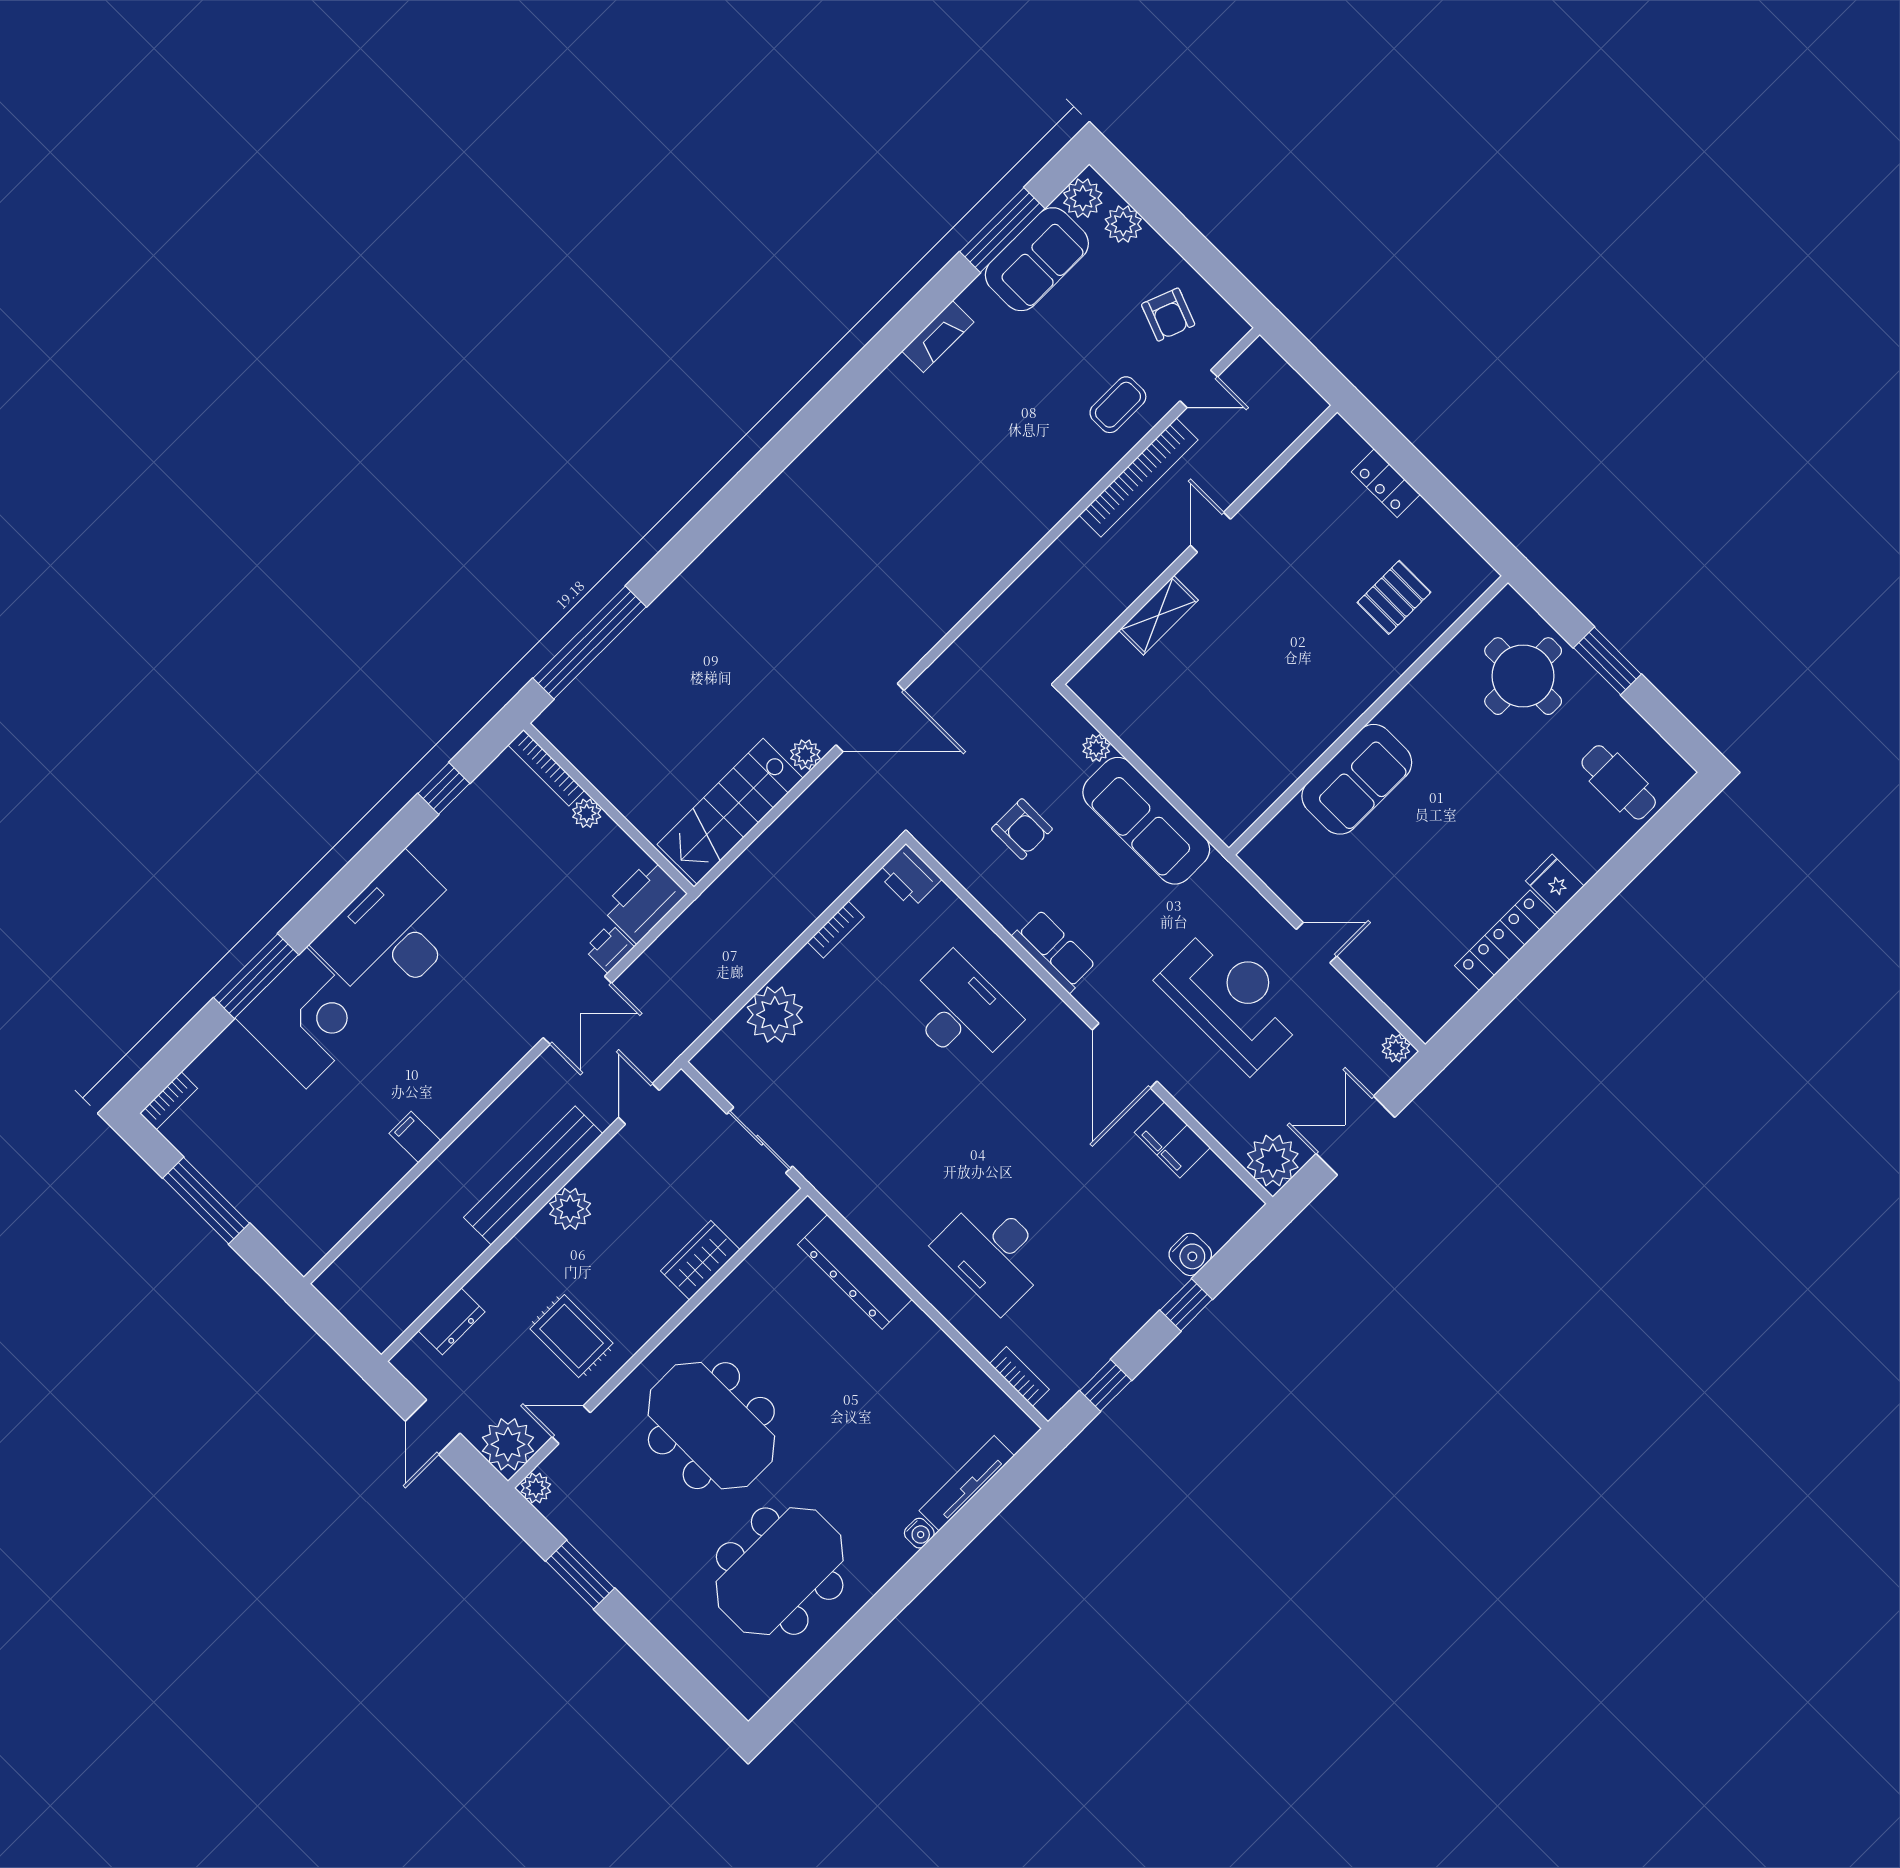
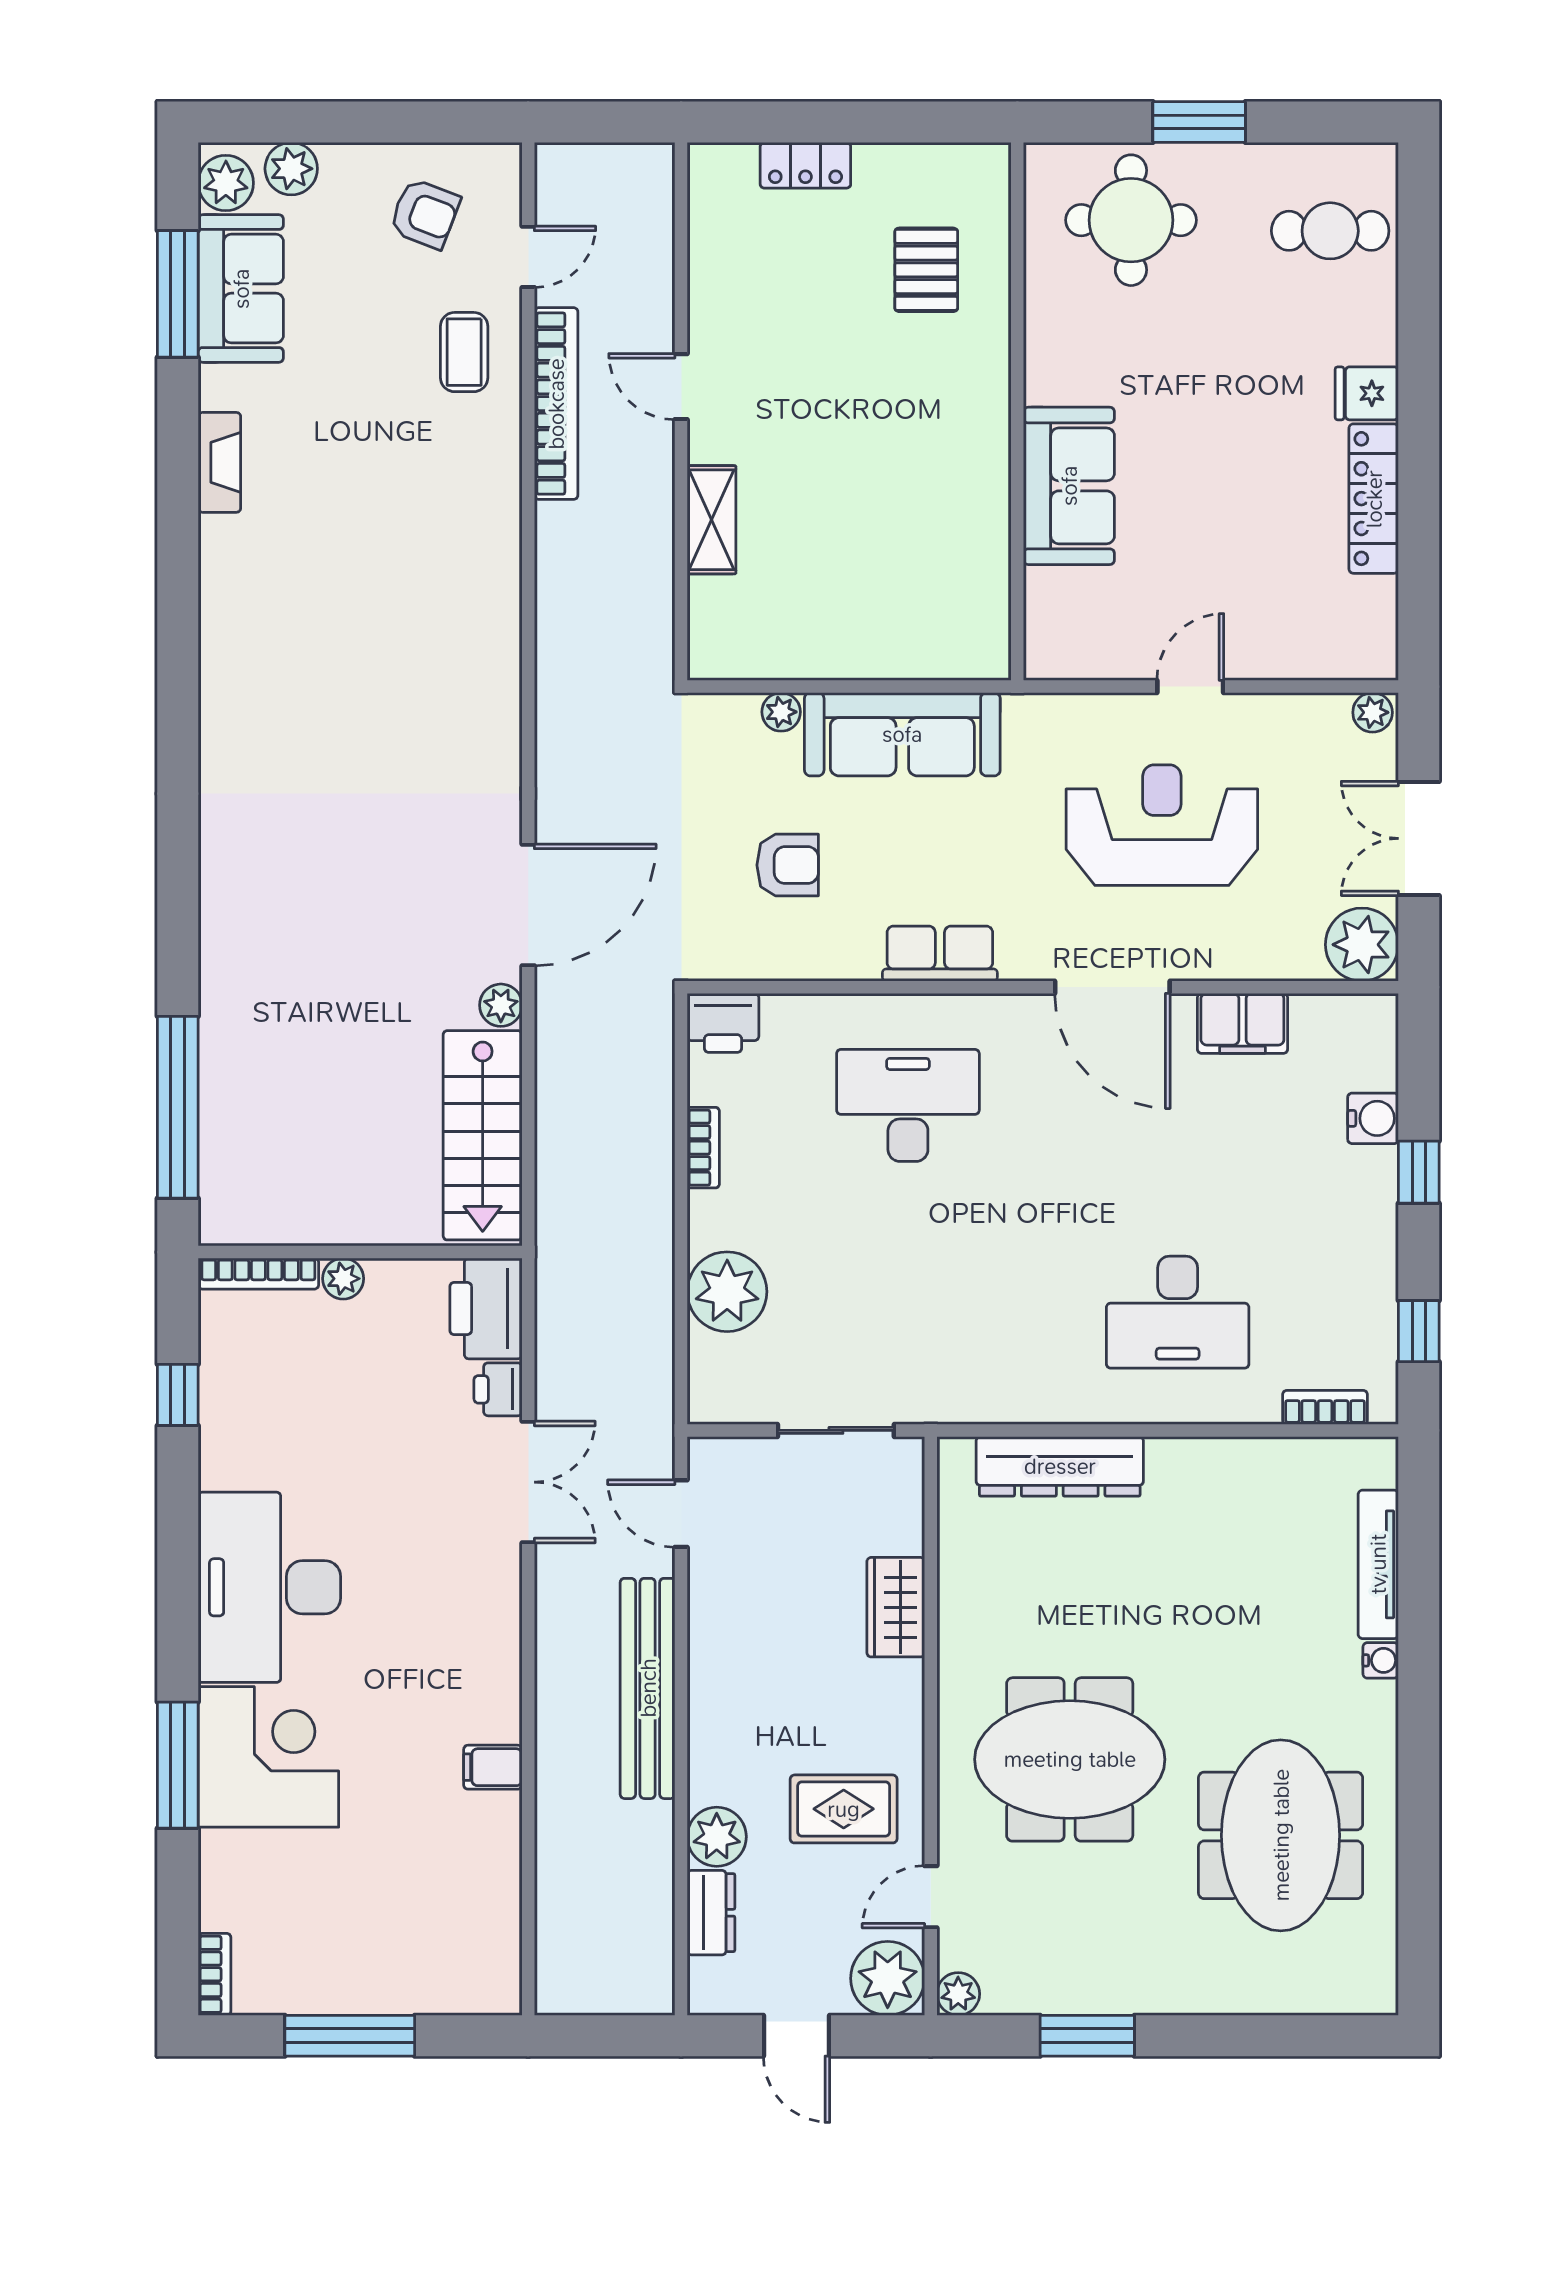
plant: (570, 1209) -> (717, 1837), moved

